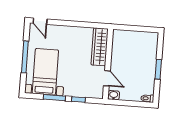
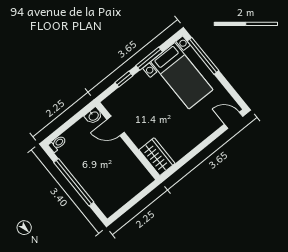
wardrobe: (100, 47) -> (157, 157), width x0.67
window: (25, 57) -> (203, 56), moved
window: (158, 69) -> (74, 182), width x2.11

